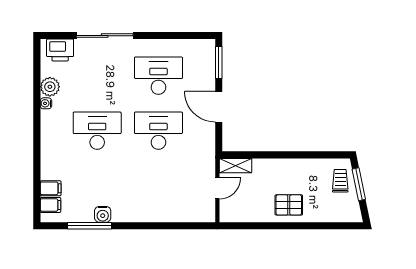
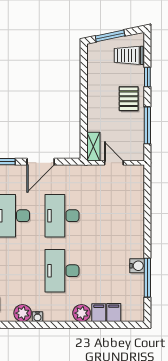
plant: (50, 152) -> (82, 313), added
trolley: (340, 181) -> (129, 55), moved, width x1.36, depth x1.39
filing cabinet: (50, 205) -> (99, 313), moved
window: (259, 226) -> (147, 125), added
window: (313, 226) -> (147, 77), added

